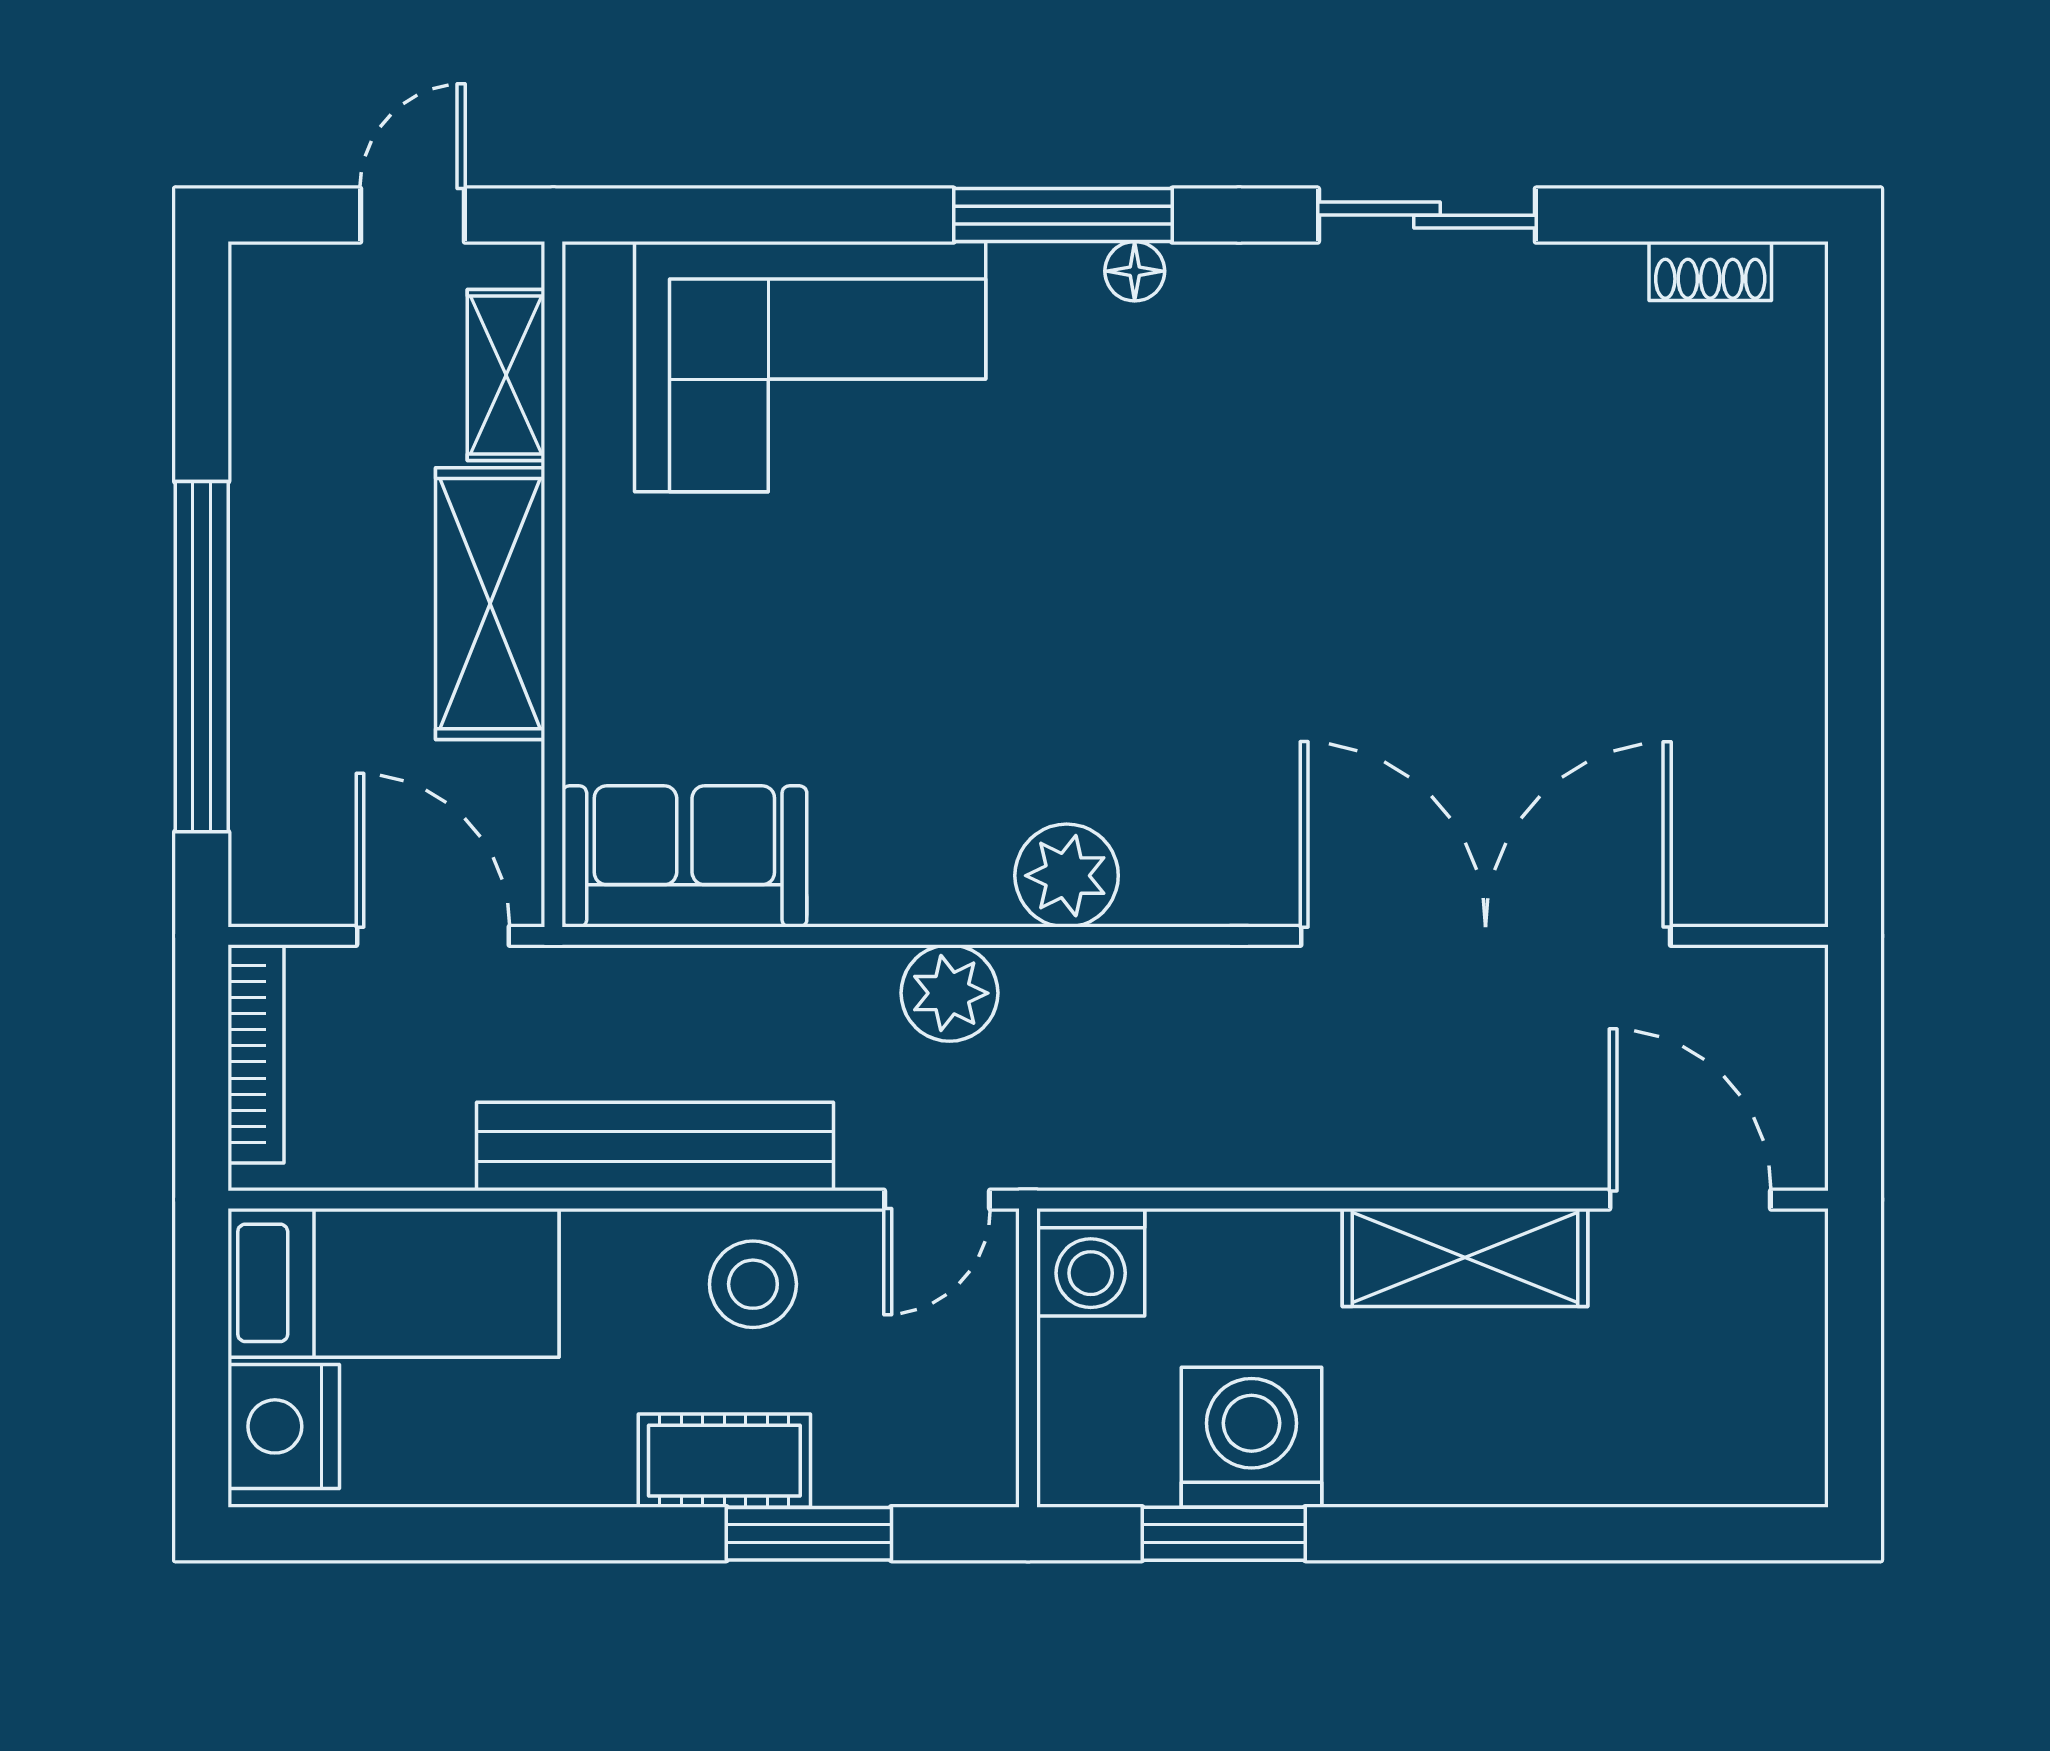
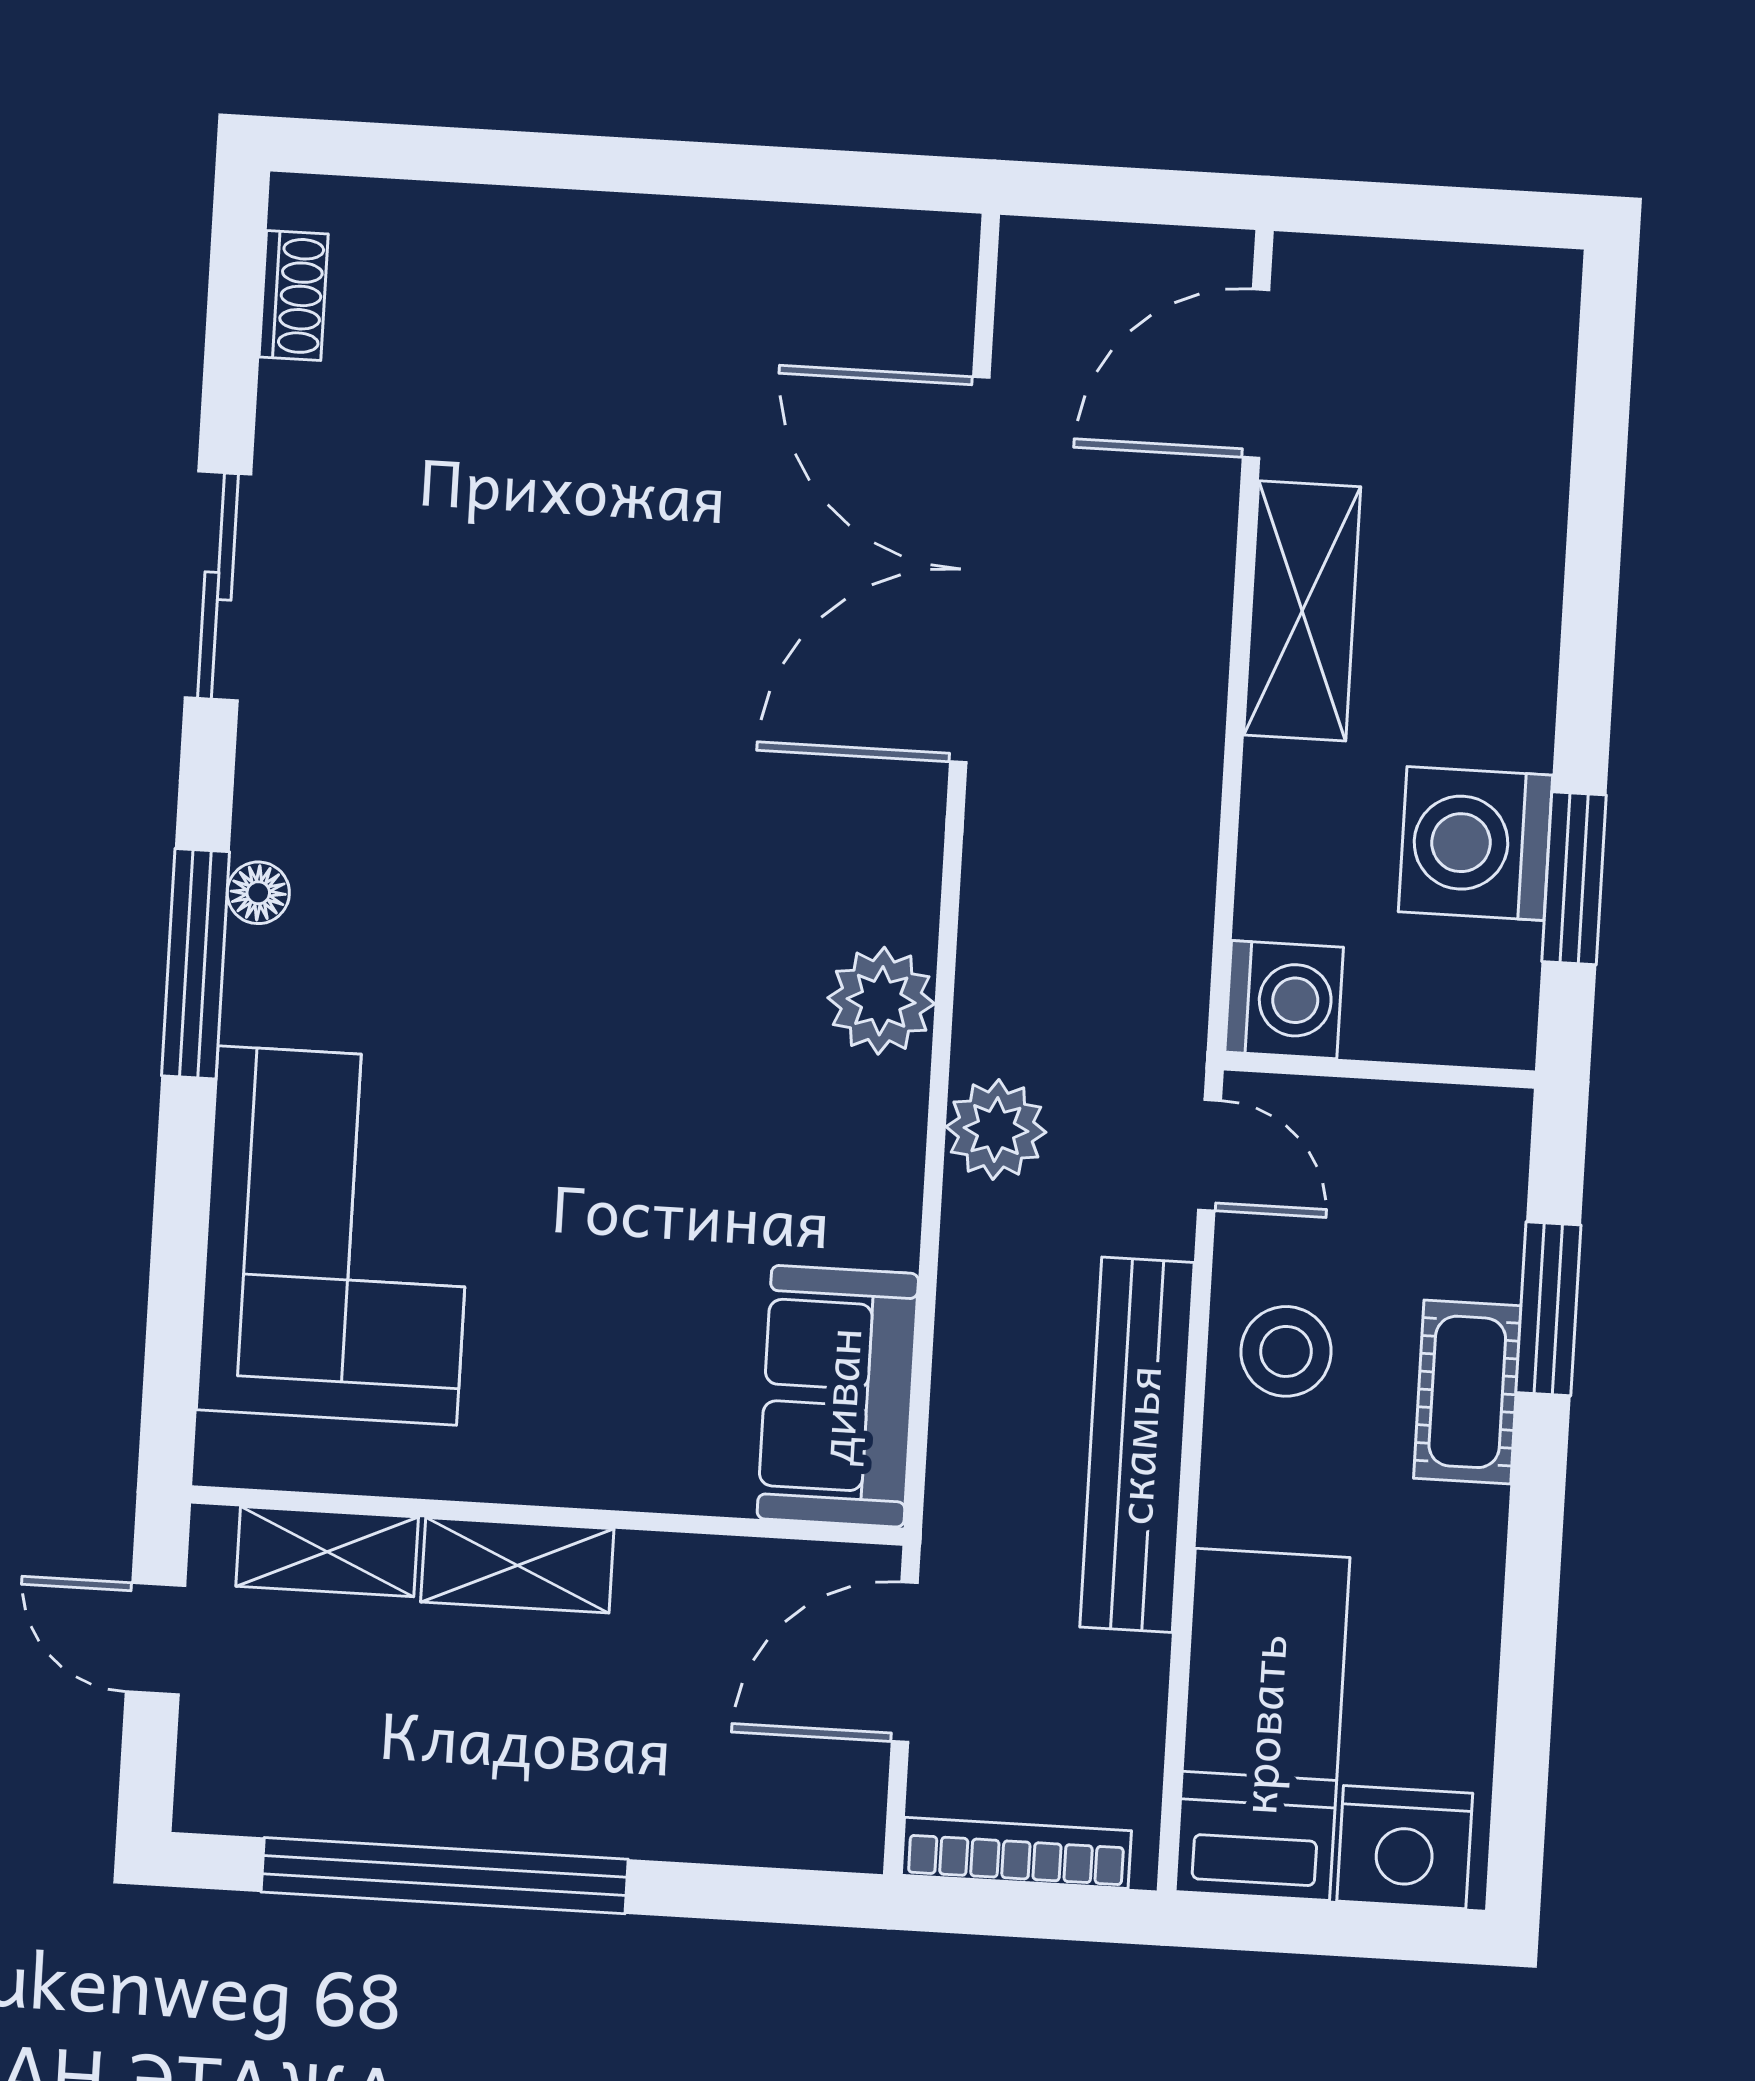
shelving: (490, 604) -> (517, 1565), width x0.67, depth x0.75
window: (202, 657) -> (445, 1876), moved

